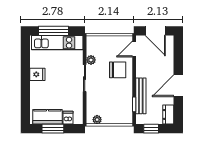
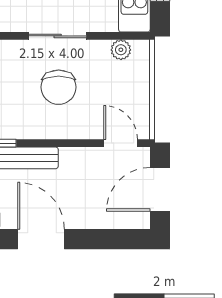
plant: (91, 60) -> (121, 50), moved
chair: (118, 70) -> (59, 87), moved

